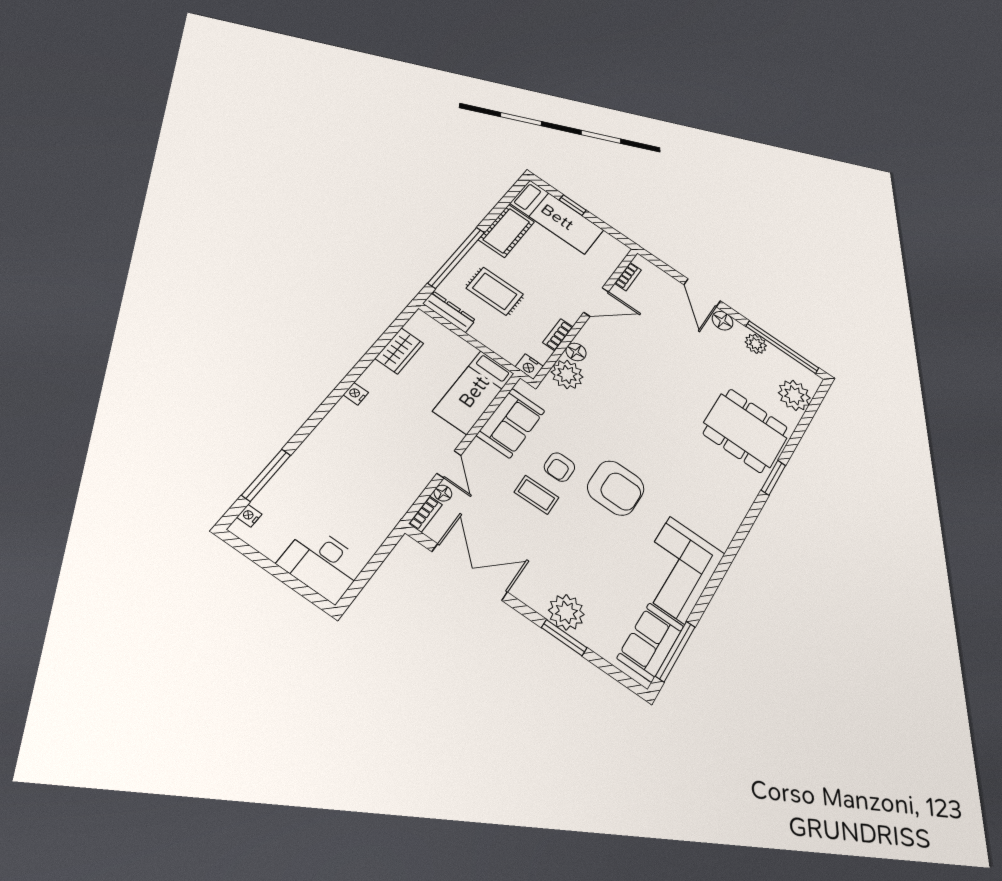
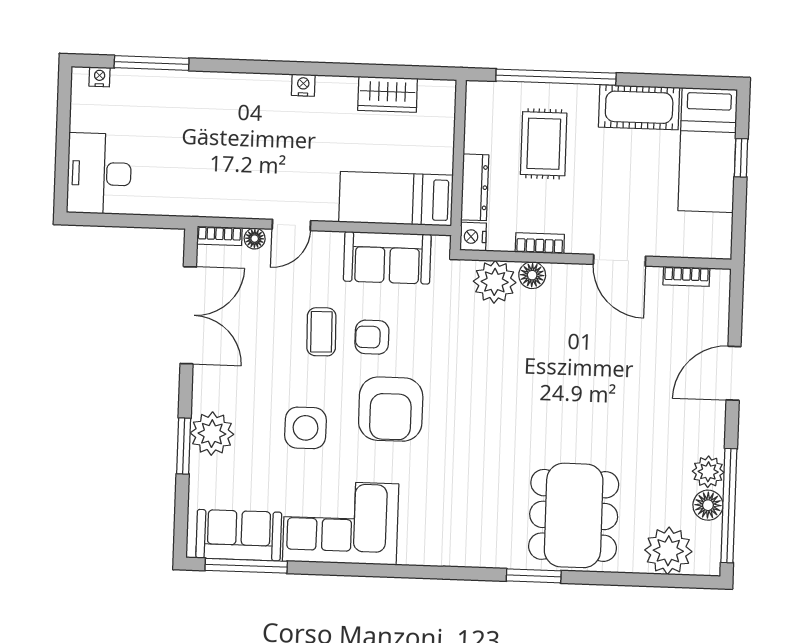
dresser: (449, 312) -> (475, 187), moved
floor lamp: (723, 321) -> (708, 505), moved
side table: (598, 548) -> (306, 428), added

